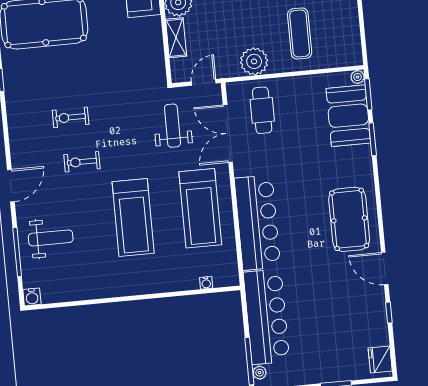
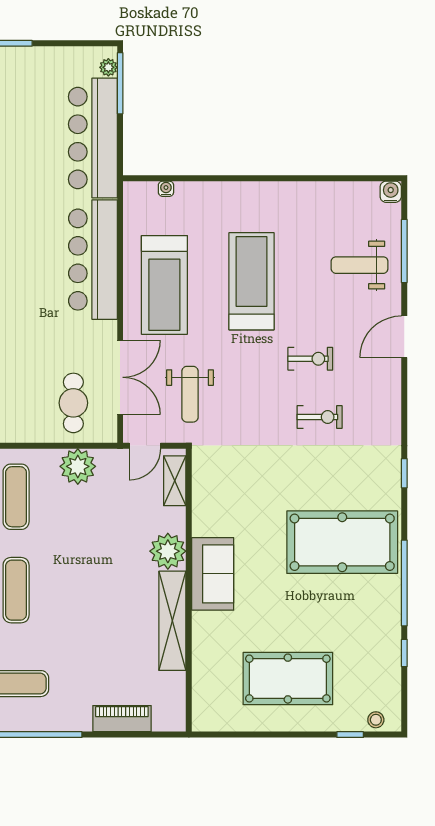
shelving: (176, 38) -> (175, 481), moved
treadmill: (200, 208) -> (164, 285), turned 180

